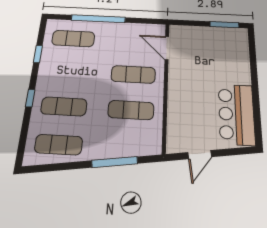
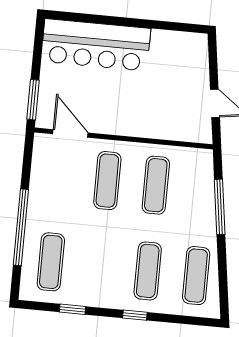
window: (224, 25) -> (33, 100), moved
door: (167, 48) -> (70, 133), swing flipped
bar counter: (236, 114) -> (96, 45), moved, width x1.36

